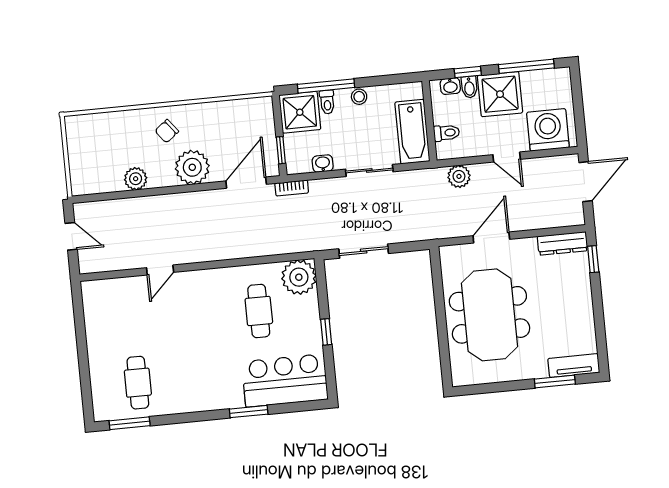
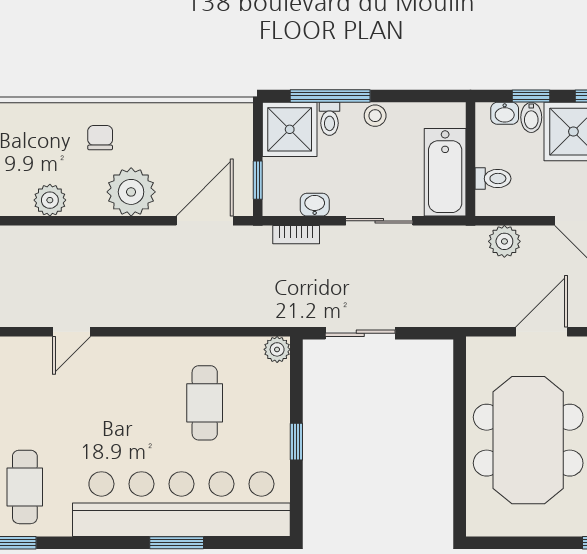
chair: (167, 131) -> (100, 138), turned 128
bookcase: (292, 188) -> (296, 235), moved
plant: (299, 277) -> (277, 349), width x0.53, depth x0.53
bar counter: (285, 380) -> (181, 504), width x1.86

